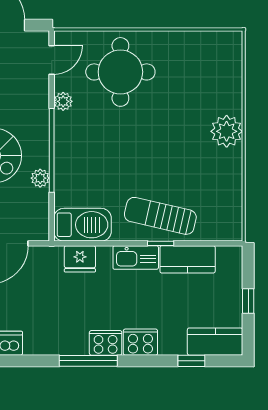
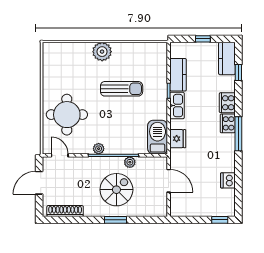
plant: (63, 101) -> (99, 149), moved
sun lounger: (160, 216) -> (122, 89), moved, turned -103

